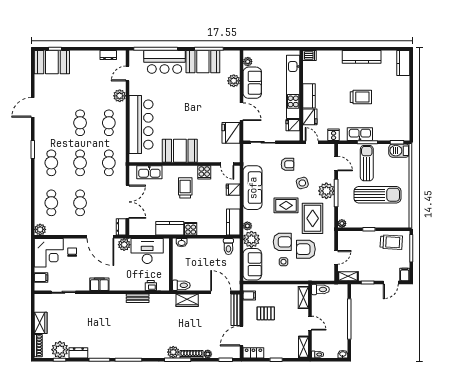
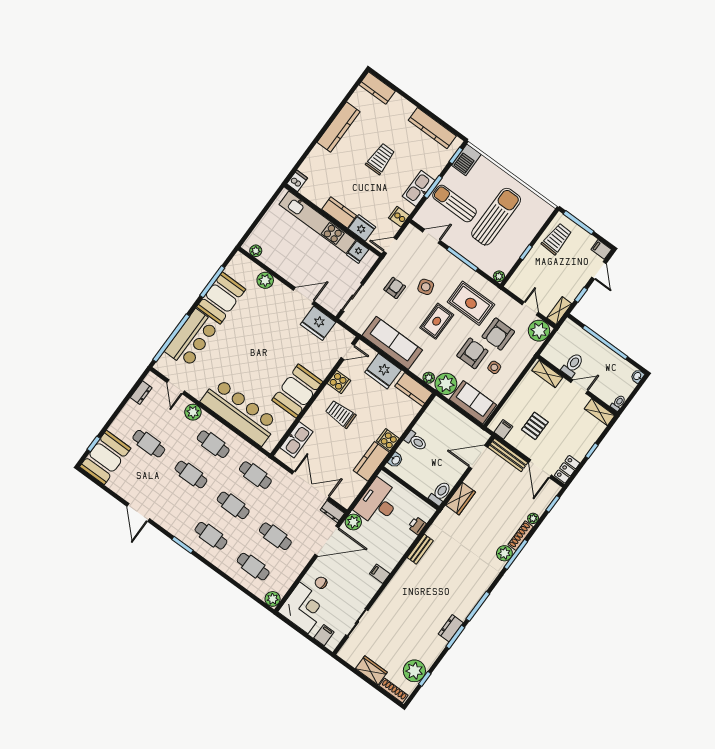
cafe table: (80, 83) -> (149, 444), added
sofa: (252, 83) -> (282, 262), removed
kitchen counter: (403, 115) -> (432, 128), added
fridge: (233, 190) -> (383, 371), width x1.88, depth x1.34
plant: (326, 191) -> (539, 331), moved
toilet: (228, 247) -> (416, 441), moved
filing cabinet: (99, 284) -> (380, 574), width x0.50
toilet: (320, 289) -> (573, 365), moved
dresser: (78, 353) -> (451, 628), moved

